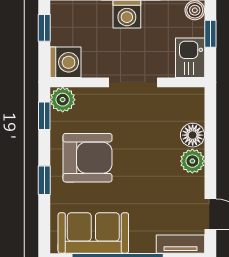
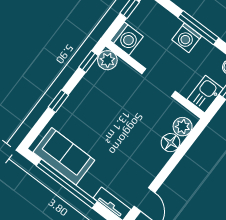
armchair: (87, 158) -> (96, 107), removed
plant: (192, 161) -> (183, 127), moved

